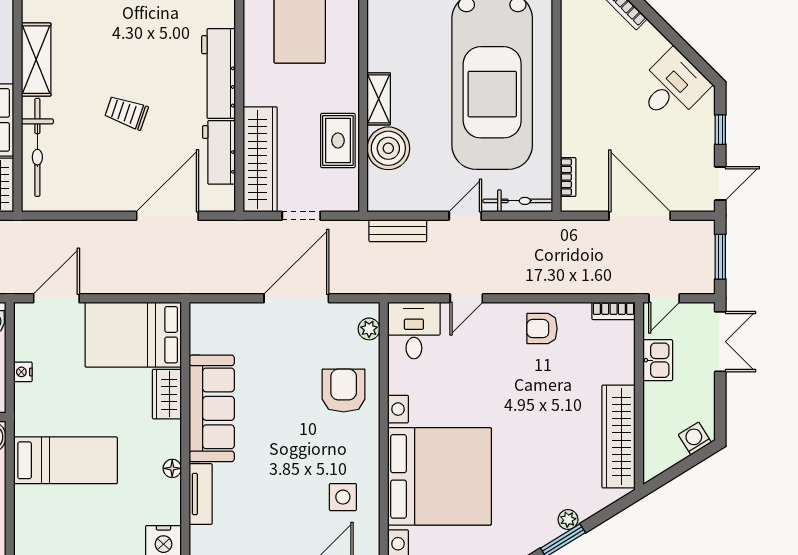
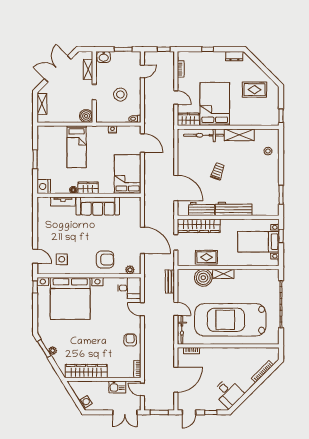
door: (720, 184) -> (189, 412), hinge flipped
wardrobe: (167, 394) -> (88, 188), moved

